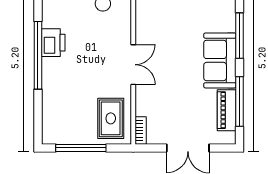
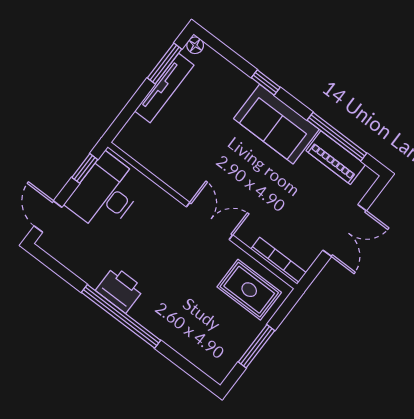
window: (239, 36) -> (266, 82), width x0.46
bookcase: (141, 130) -> (278, 261), width x1.56
window: (81, 148) -> (256, 346), width x0.69

